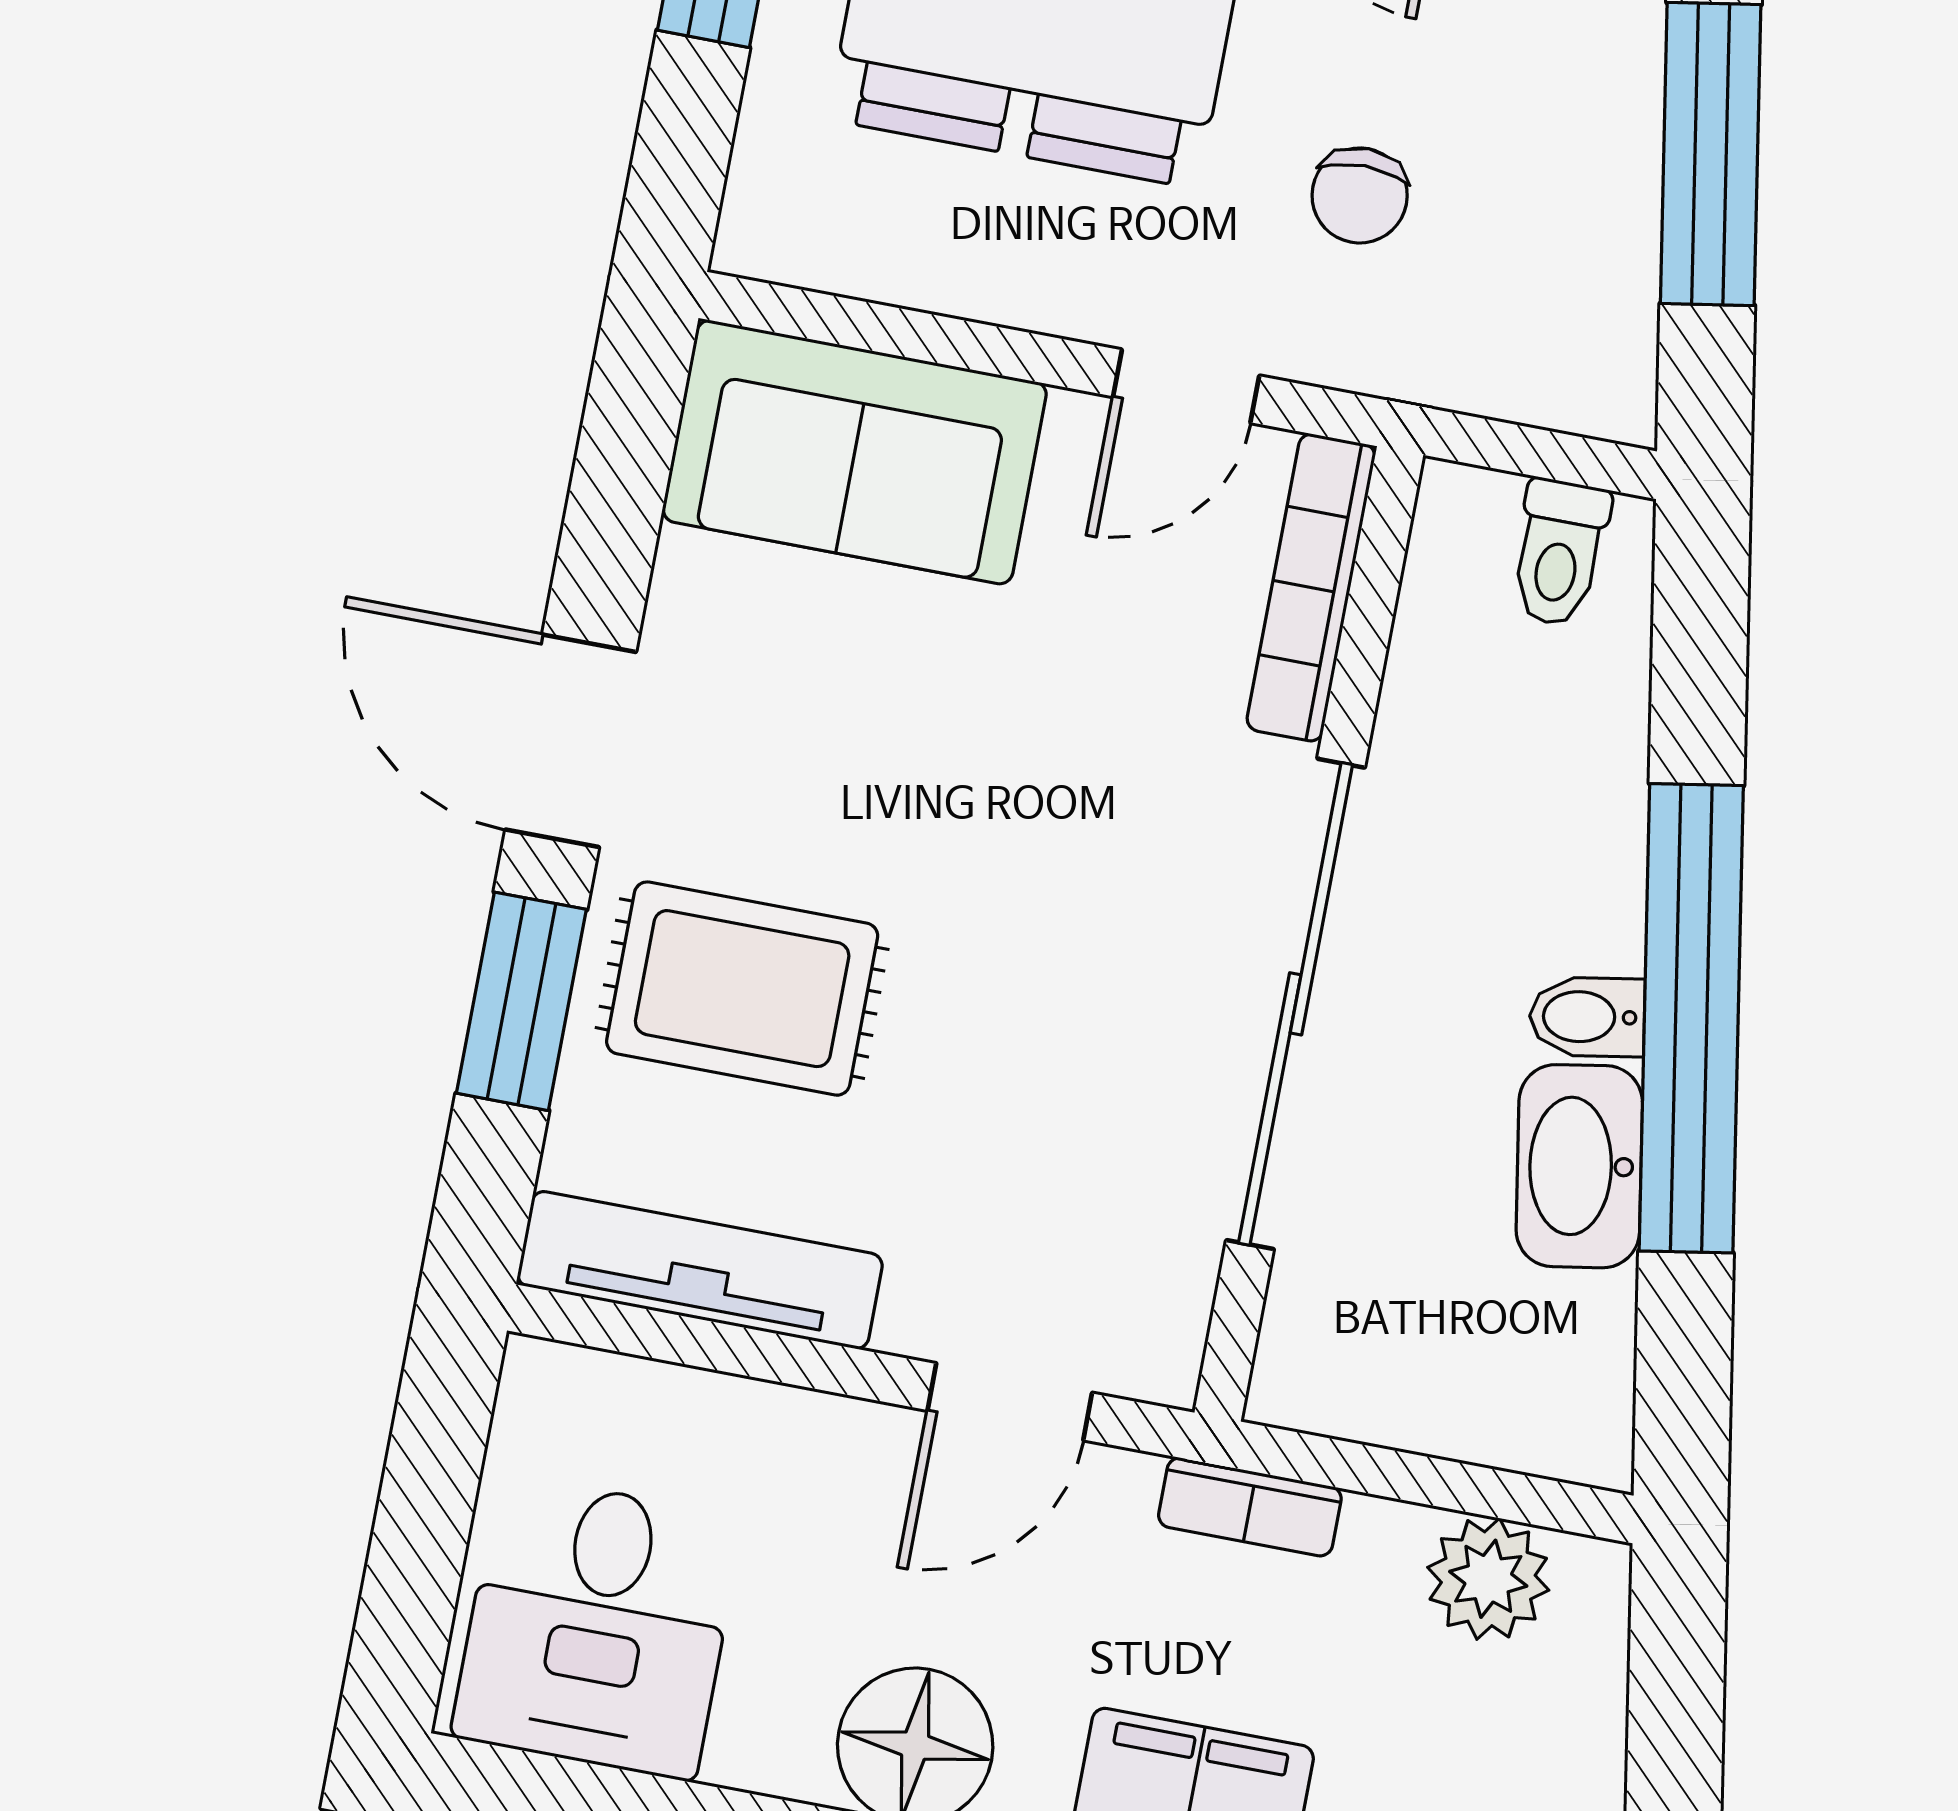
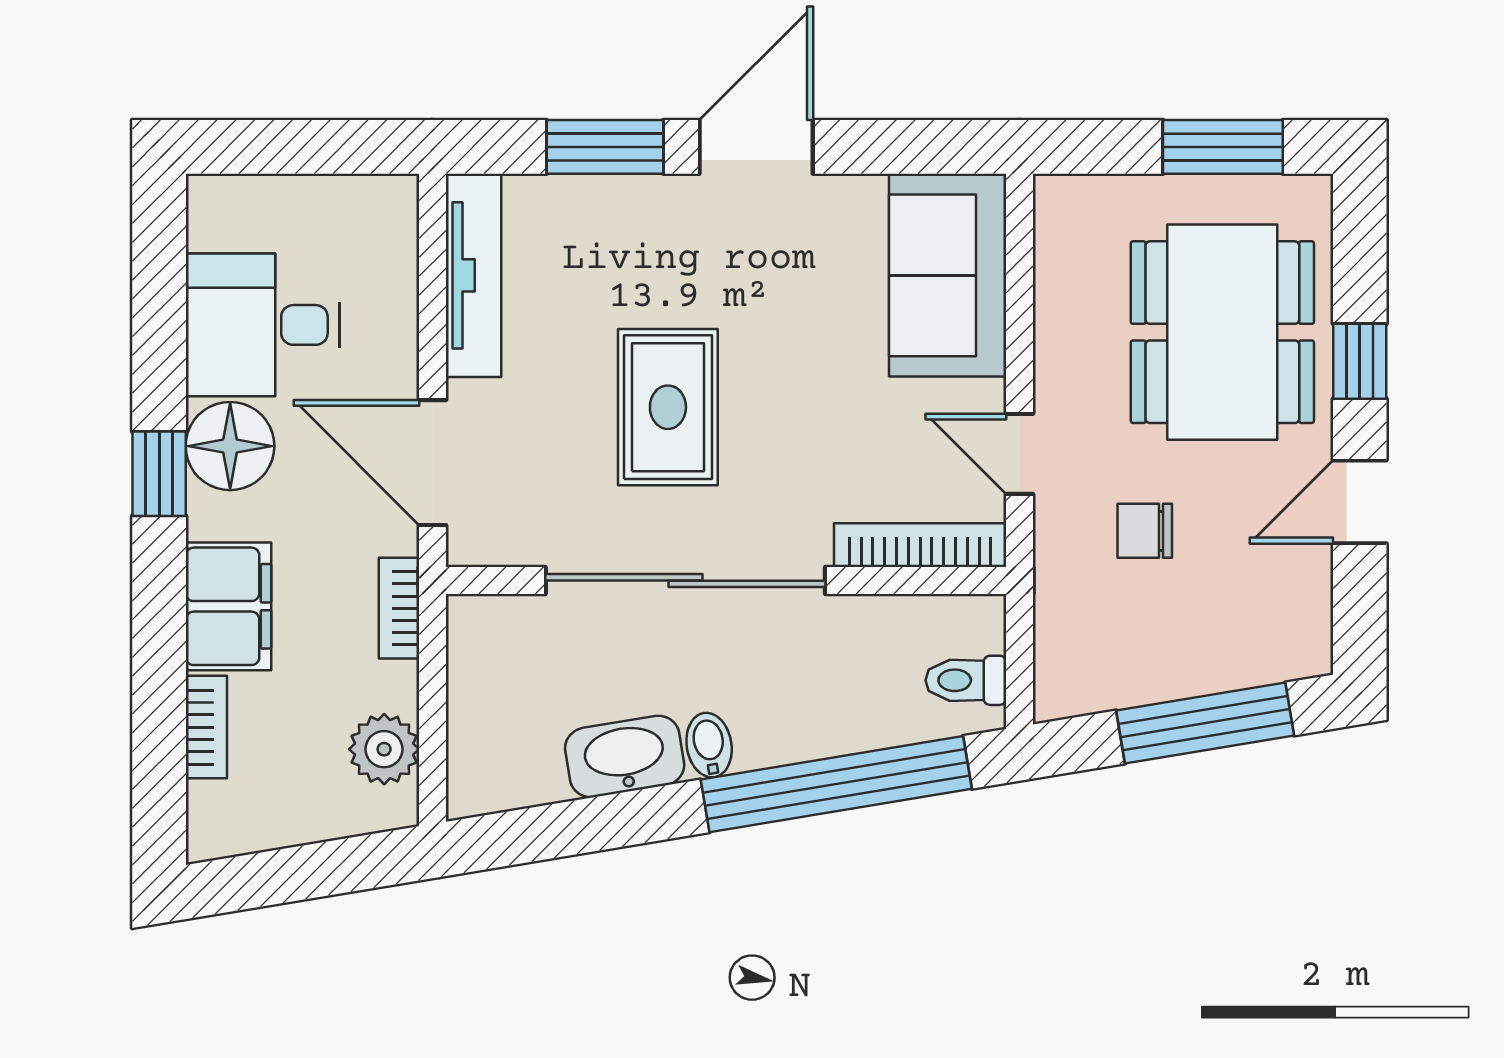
rug: (742, 989) -> (668, 407), moved
window: (1691, 1018) -> (836, 784), moved
door: (1010, 1402) -> (433, 463), width x1.38
desk: (597, 1627) -> (263, 325), moved

